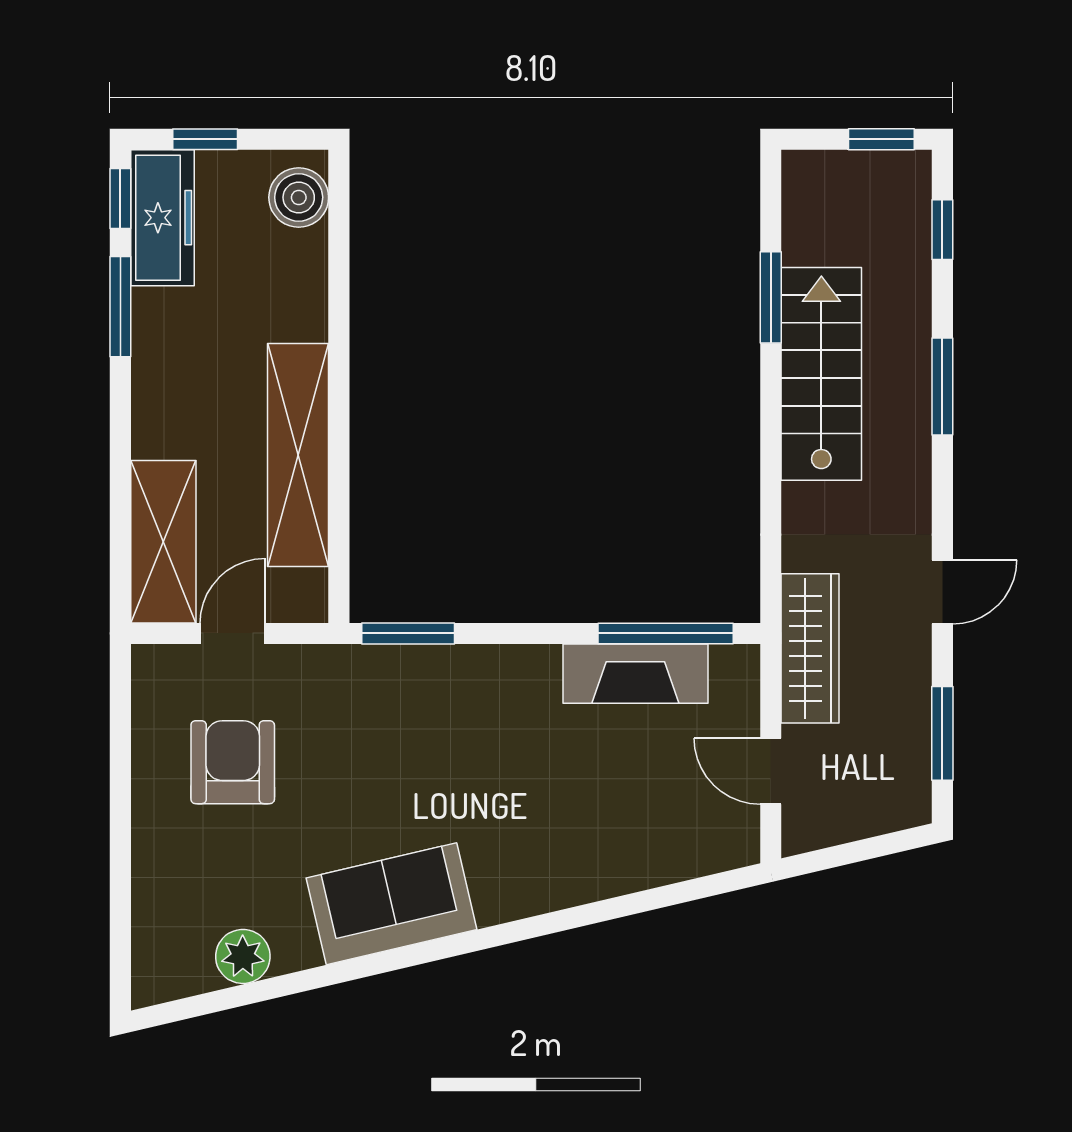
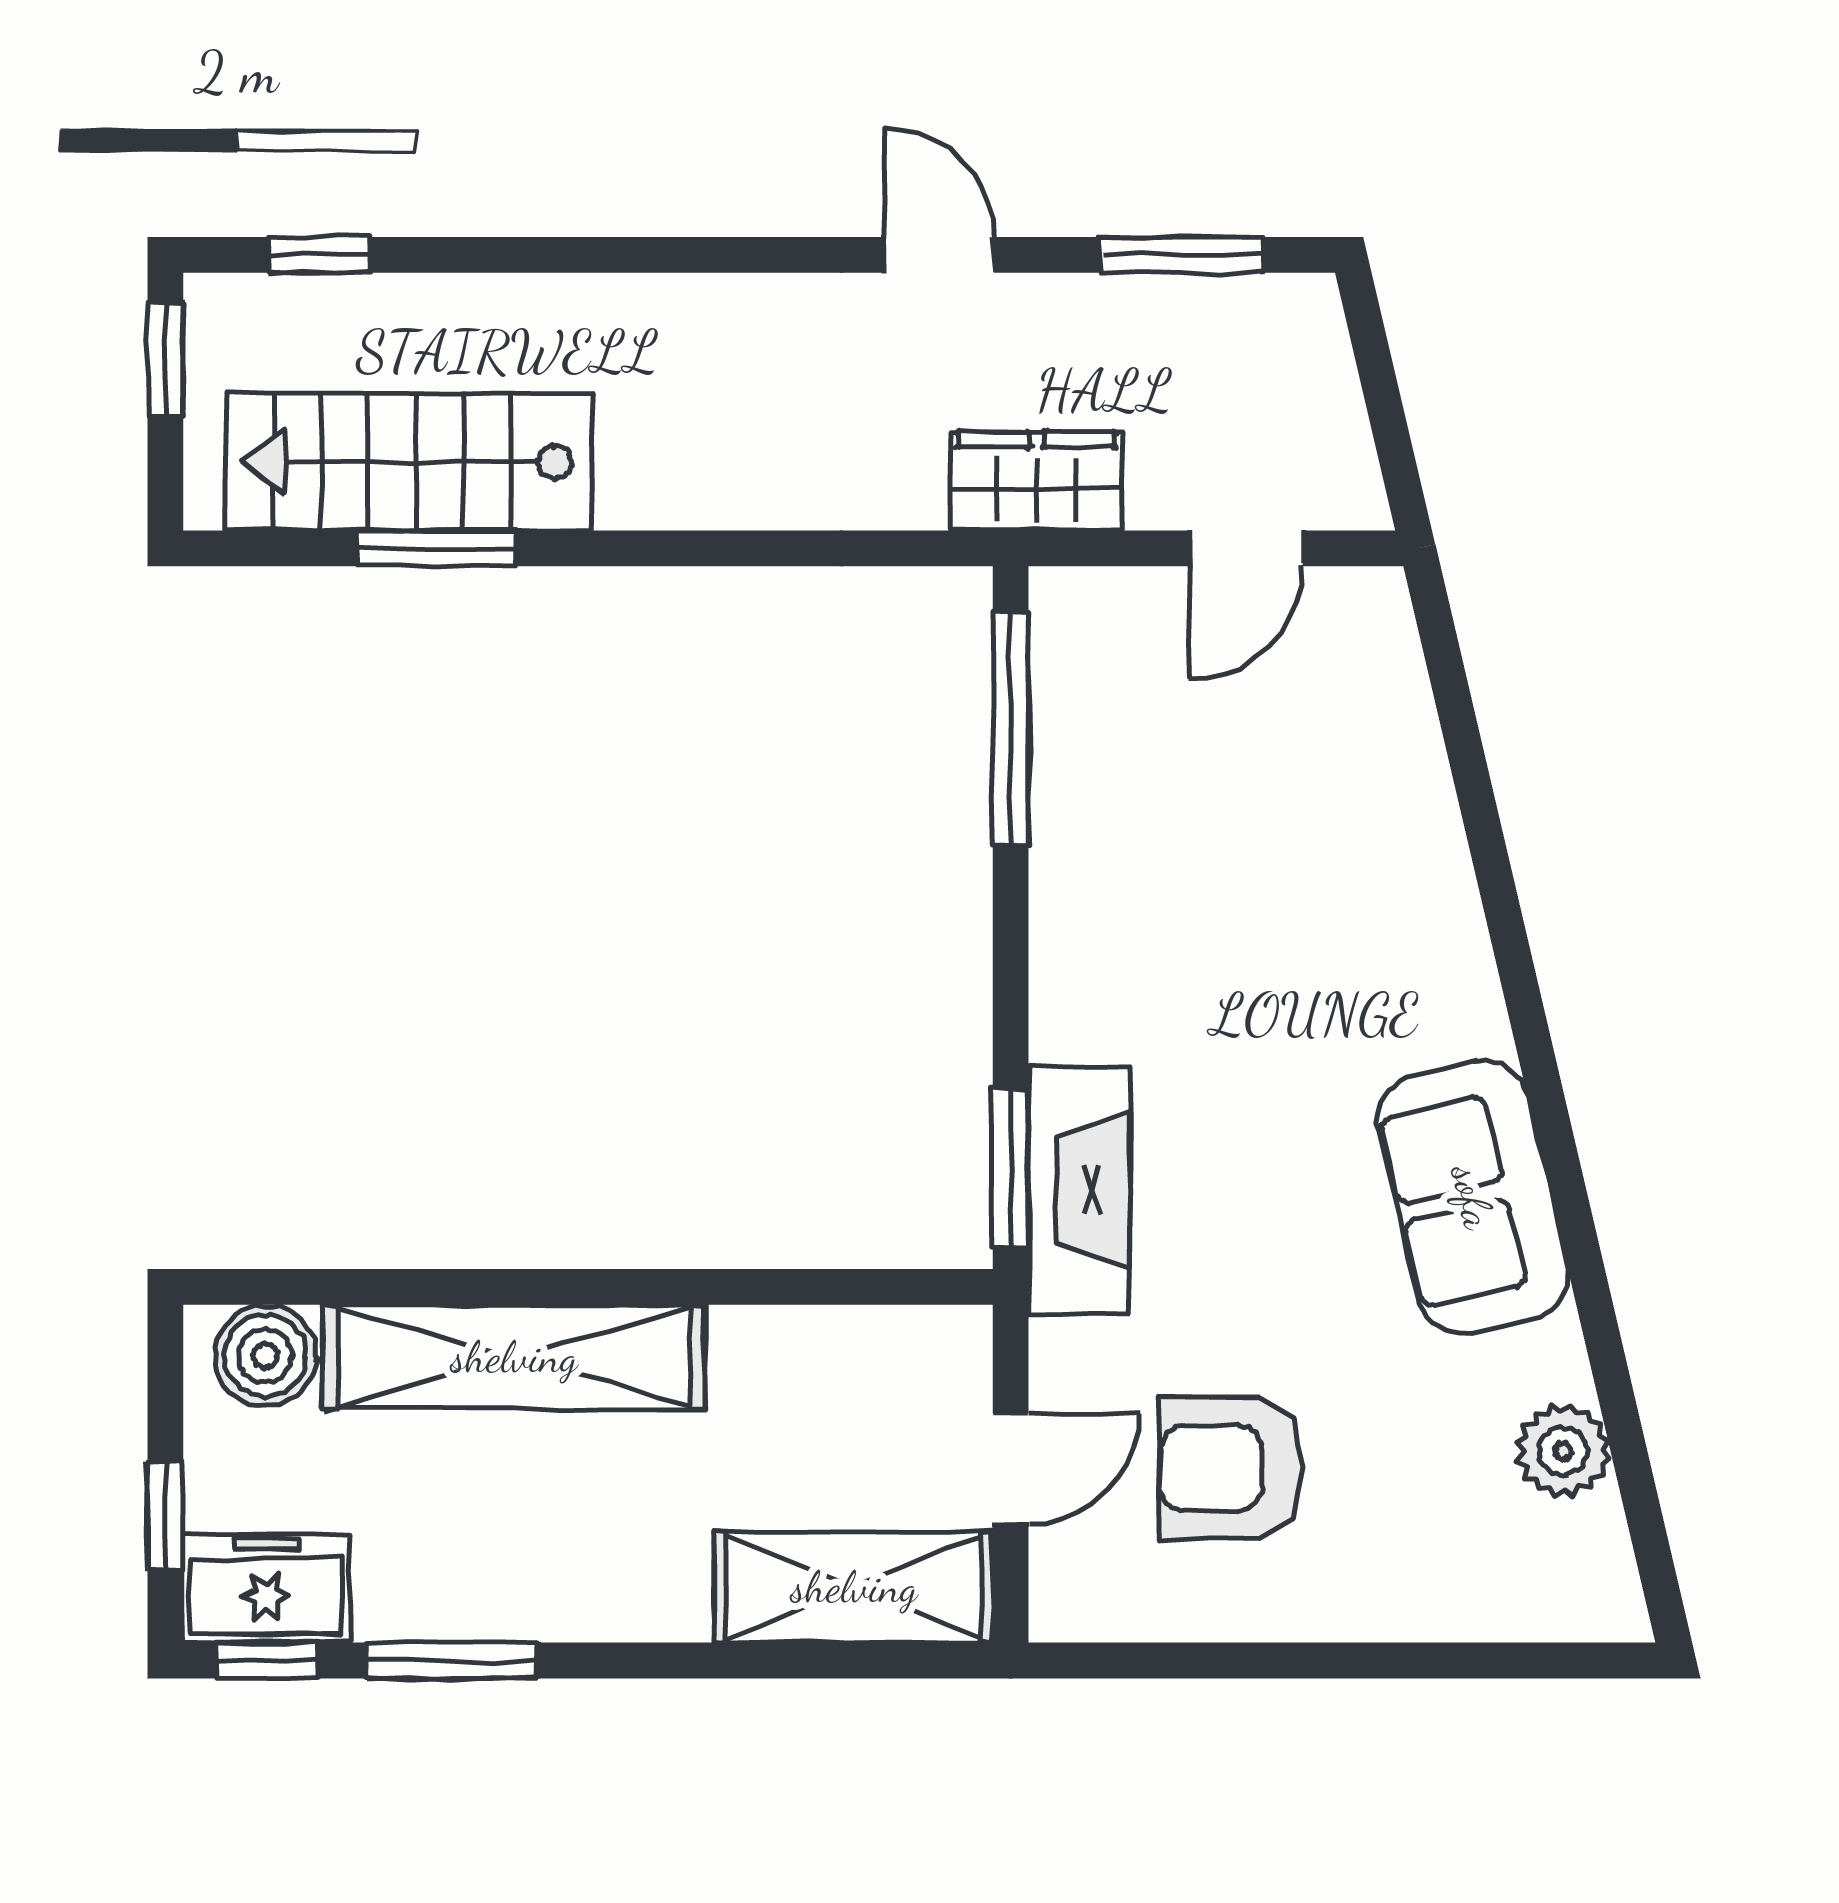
freezer: (162, 218) -> (266, 1589), width x0.71
stairs: (821, 374) -> (409, 462), moved
window: (942, 387) -> (588, 255), removed
shelving: (298, 455) -> (514, 1357), moved
door: (233, 633) -> (1011, 1469), swing flipped
wardrobe: (810, 648) -> (1036, 481), width x0.67
fireplace: (635, 674) -> (1079, 1190), moved

